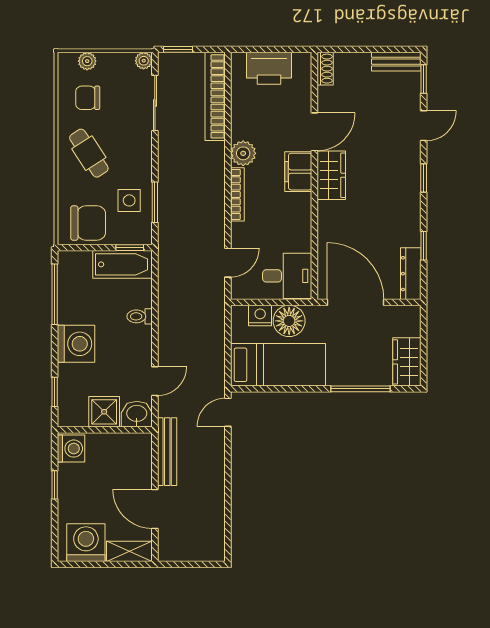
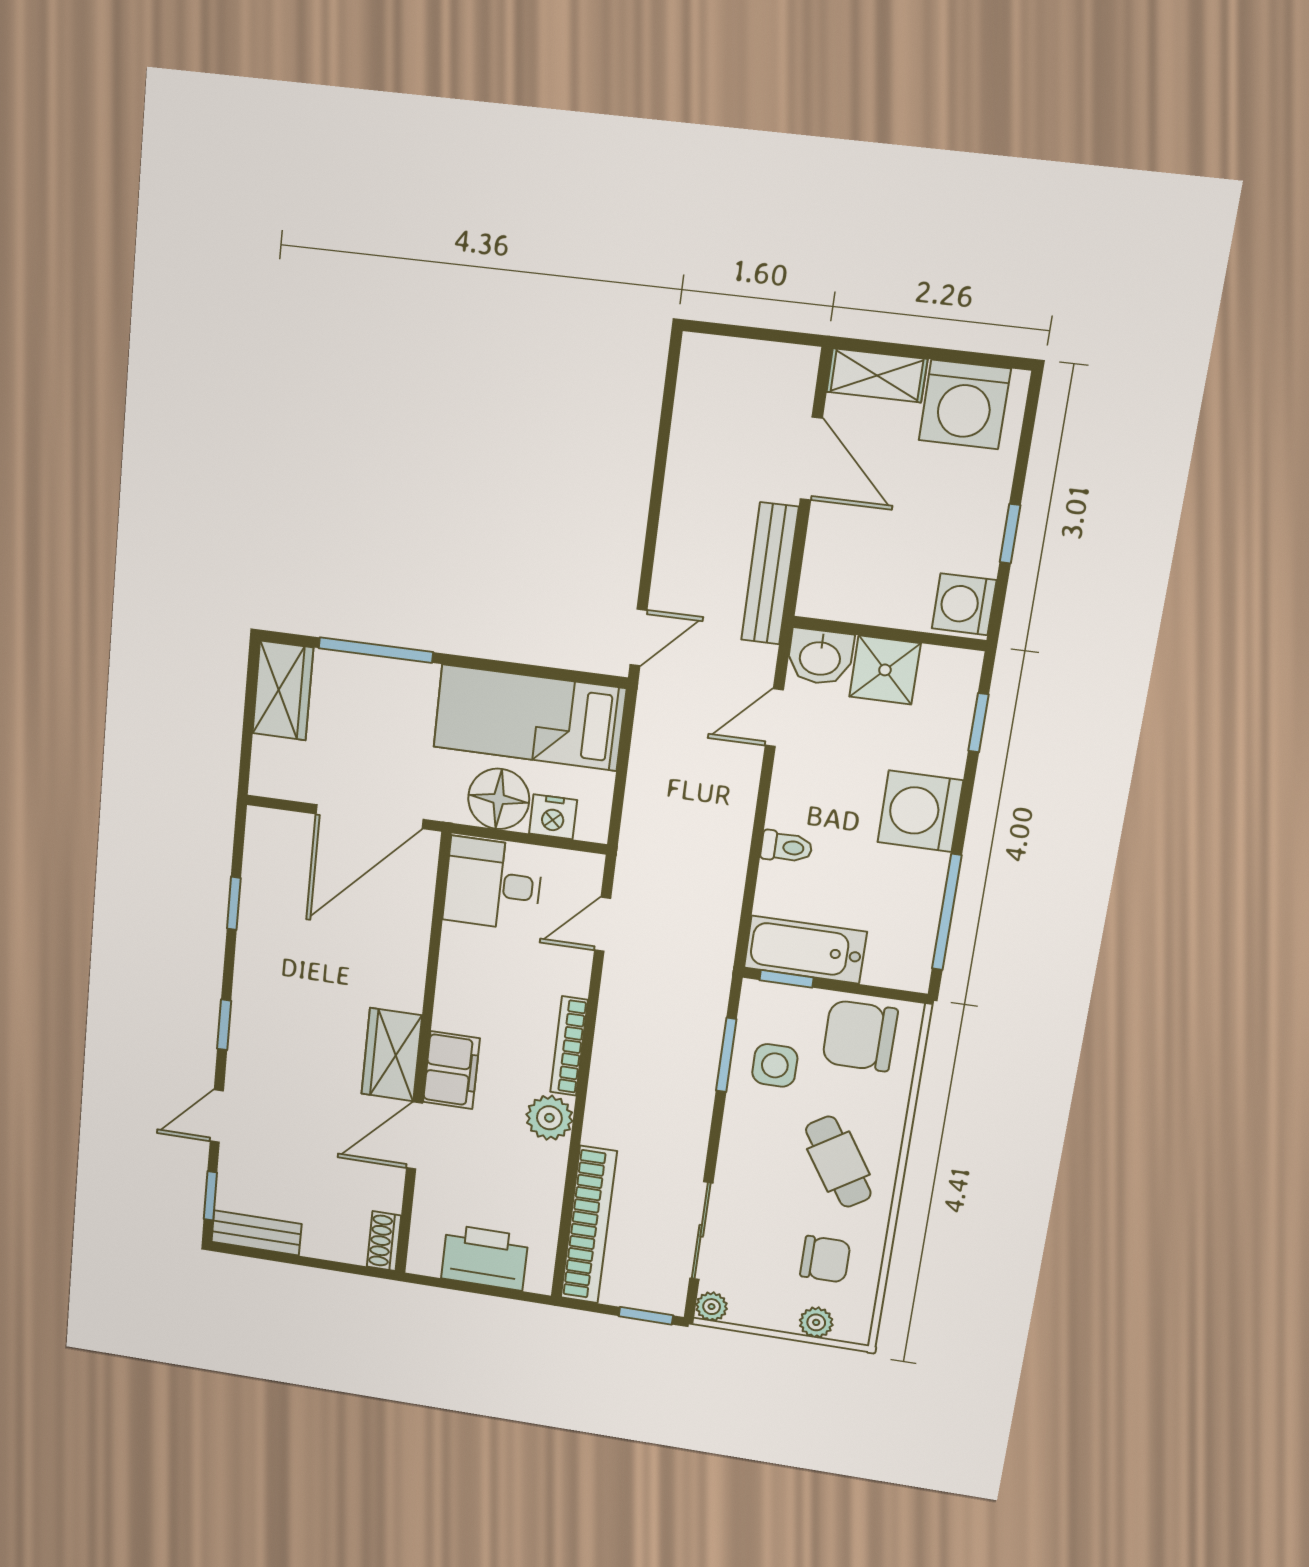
dresser: (411, 274) -> (262, 856), removed
door: (356, 302) -> (369, 817), hinge flipped

